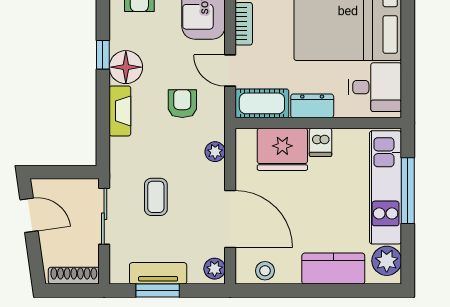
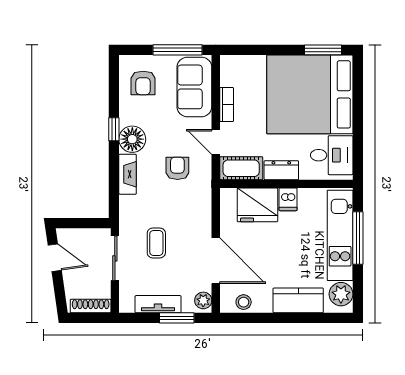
plant: (215, 152) -> (204, 207), removed
window: (158, 291) -> (177, 318), moved

